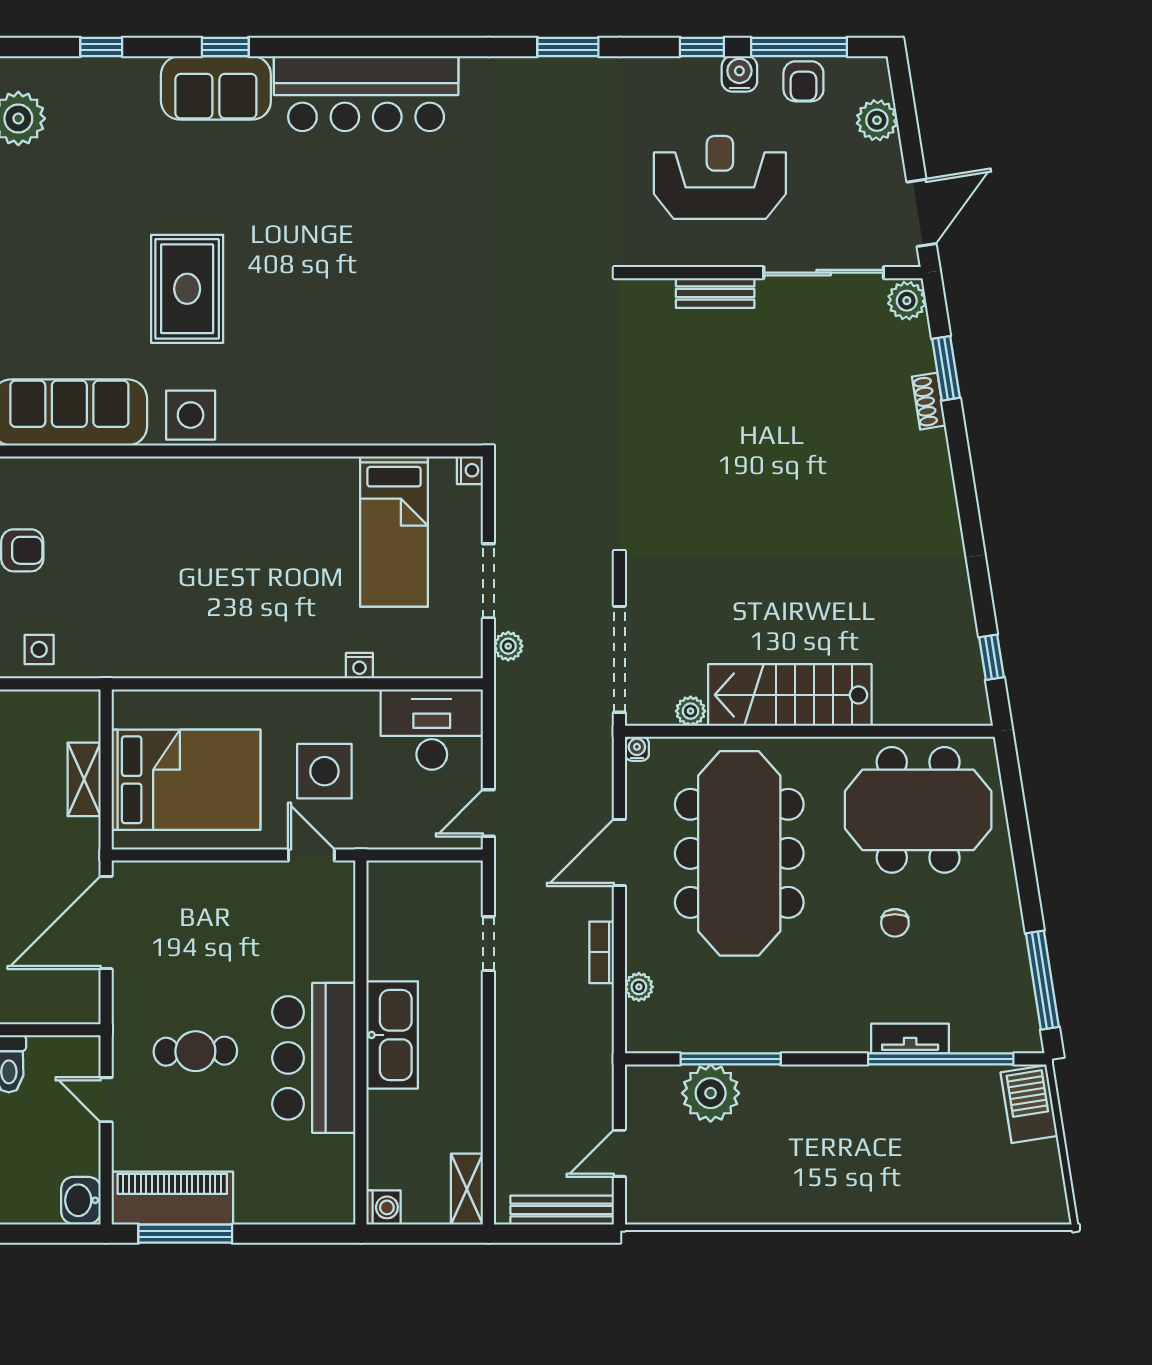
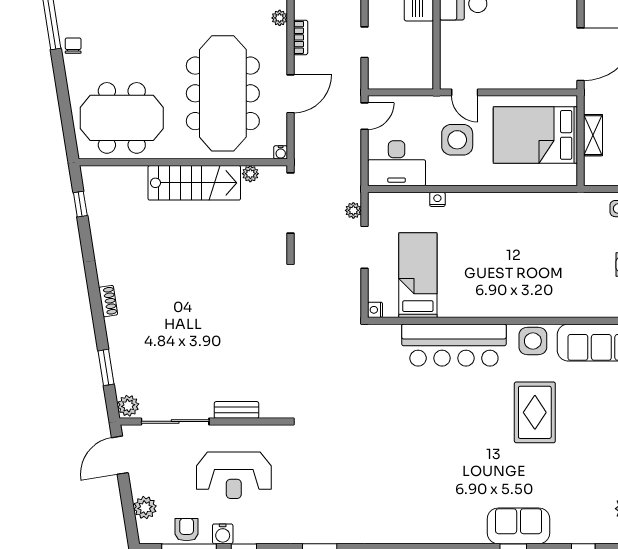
bar counter: (366, 94) -> (454, 345), moved, turned 180
shoe rack: (929, 401) -> (108, 301), moved
chair: (895, 923) -> (73, 46), moved

